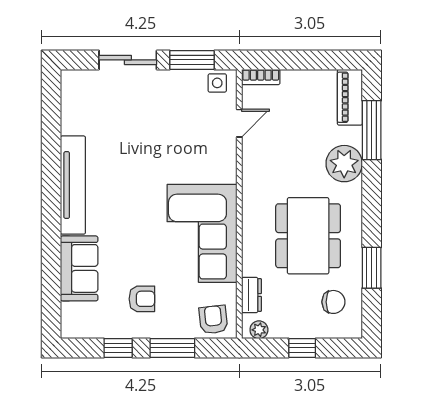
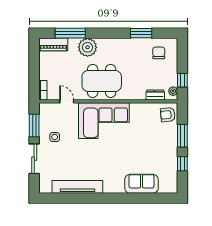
side table: (217, 83) -> (55, 137), moved
tv unit: (73, 185) -> (77, 187), moved
corner sofa: (202, 233) -> (104, 121), moved
dining table: (308, 236) -> (102, 81), moved
armchair: (142, 299) -> (157, 151), removed
window: (302, 348) -> (182, 80), moved

